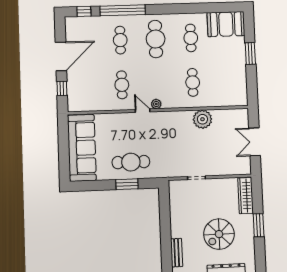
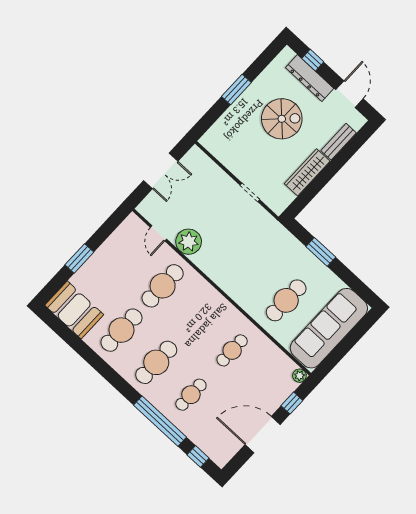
cafe table: (191, 38) -> (121, 330), width x1.37, depth x1.35
cafe table: (193, 82) -> (163, 286), width x1.37, depth x1.35
plant: (156, 104) -> (299, 376), moved
door: (143, 111) -> (158, 233), moved
cafe table: (131, 162) -> (286, 300), moved, turned 90
wardrobe: (246, 196) -> (307, 172), moved, turned 180

